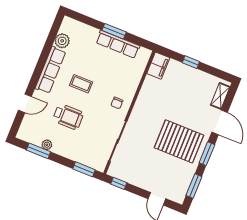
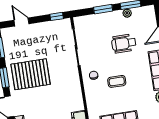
coffee table: (81, 84) -> (117, 81), moved
window: (84, 169) -> (103, 9), moved

